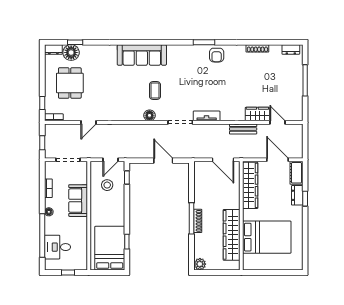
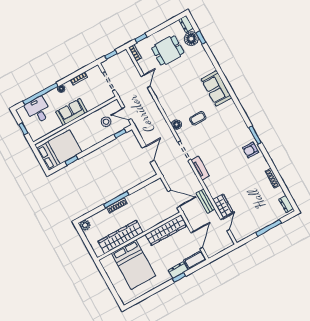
sofa: (142, 55) -> (216, 88), width x0.73
door: (89, 122) -> (146, 81), swing flipped
door: (223, 160) -> (174, 199), swing flipped
sofa: (78, 201) -> (71, 112), moved

